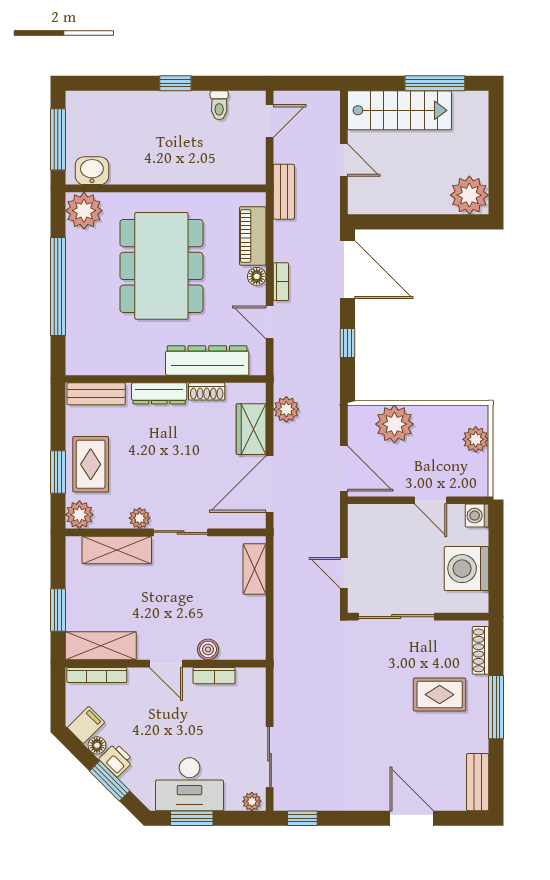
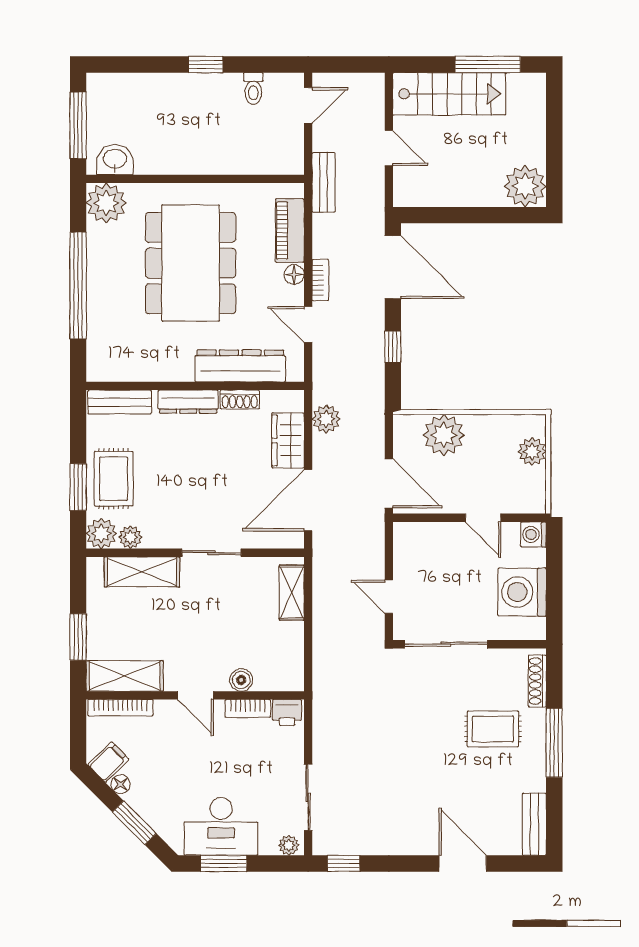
plant: (140, 518) -> (130, 537), moved
printer: (116, 760) -> (287, 712), moved, turned 135

